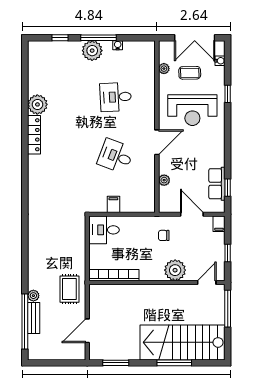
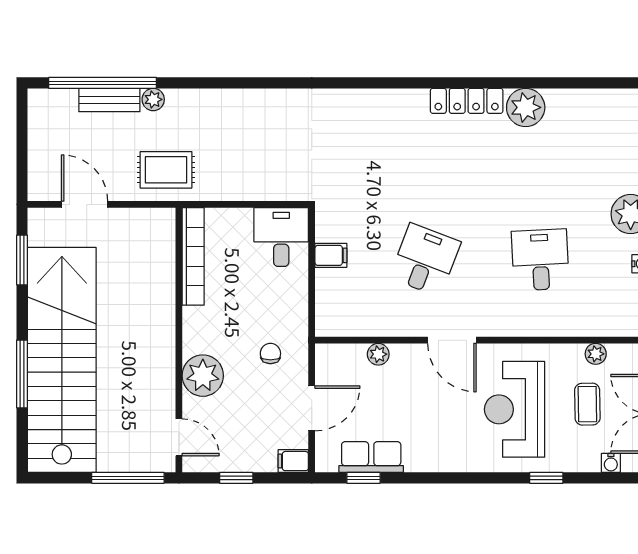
stairs: (182, 342) -> (62, 360), width x1.36

